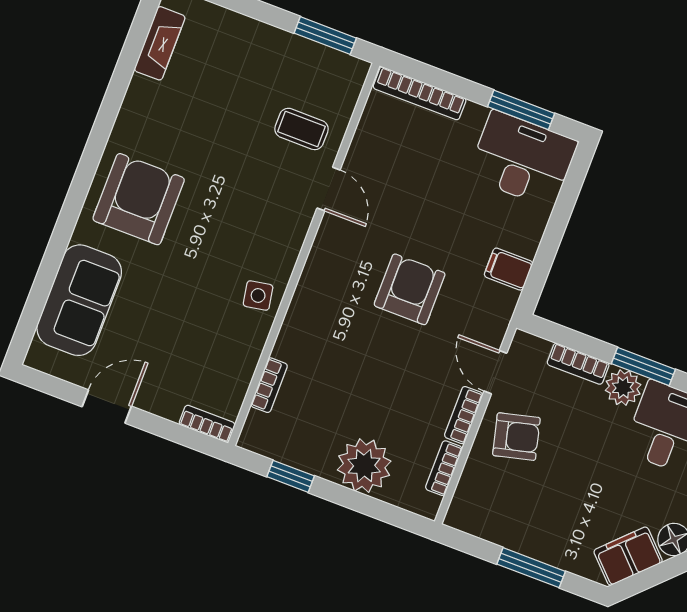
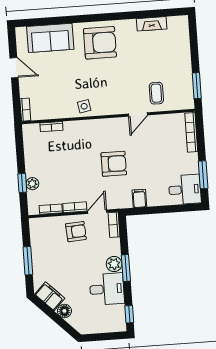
fireplace: (160, 43) -> (152, 24), moved
desk: (523, 159) -> (185, 190), width x0.73
bookcase: (578, 364) -> (114, 225), moved
armchair: (516, 437) -> (76, 232), turned -80
plant: (364, 466) -> (32, 184), width x0.53, depth x0.53
window: (291, 476) -> (22, 183), moved

